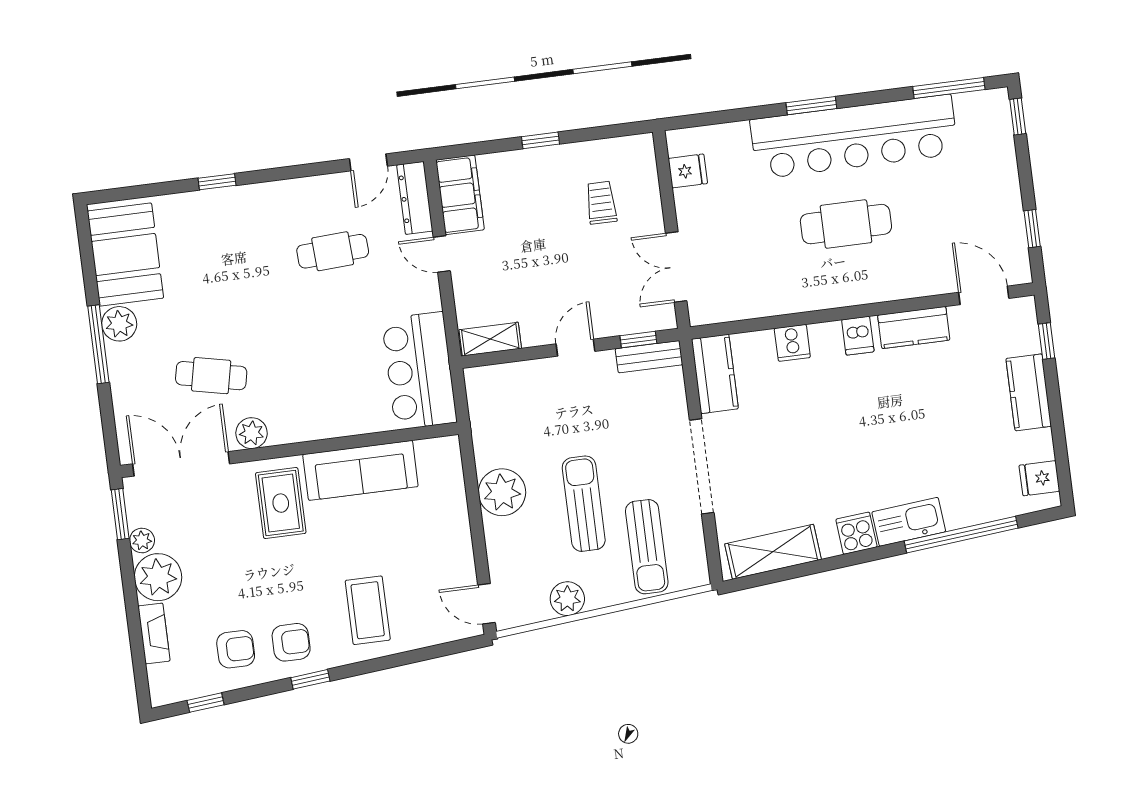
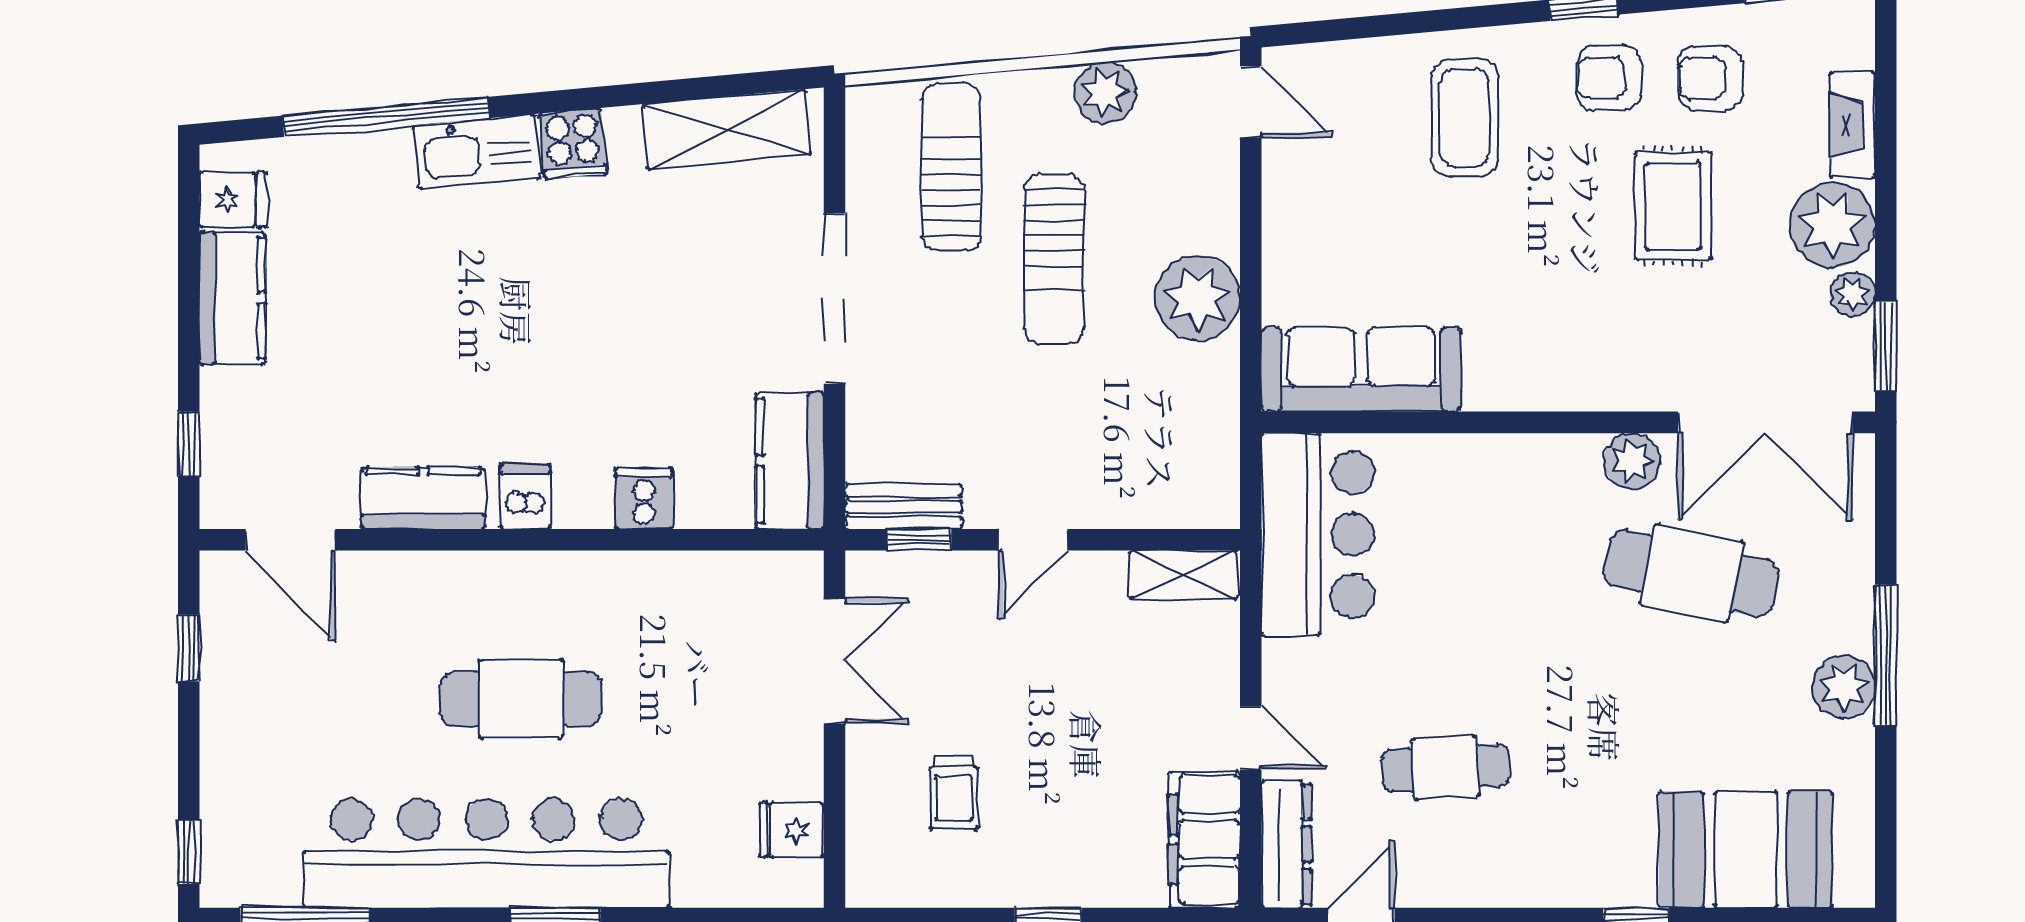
booth: (125, 255) -> (1746, 850), moved, turned 90
cafe table: (211, 376) -> (1691, 573), width x1.37, depth x1.35
kitchen counter: (1029, 392) -> (232, 298), moved
sofa: (360, 470) -> (1361, 369), moved
rug: (281, 503) -> (1673, 206), moved

